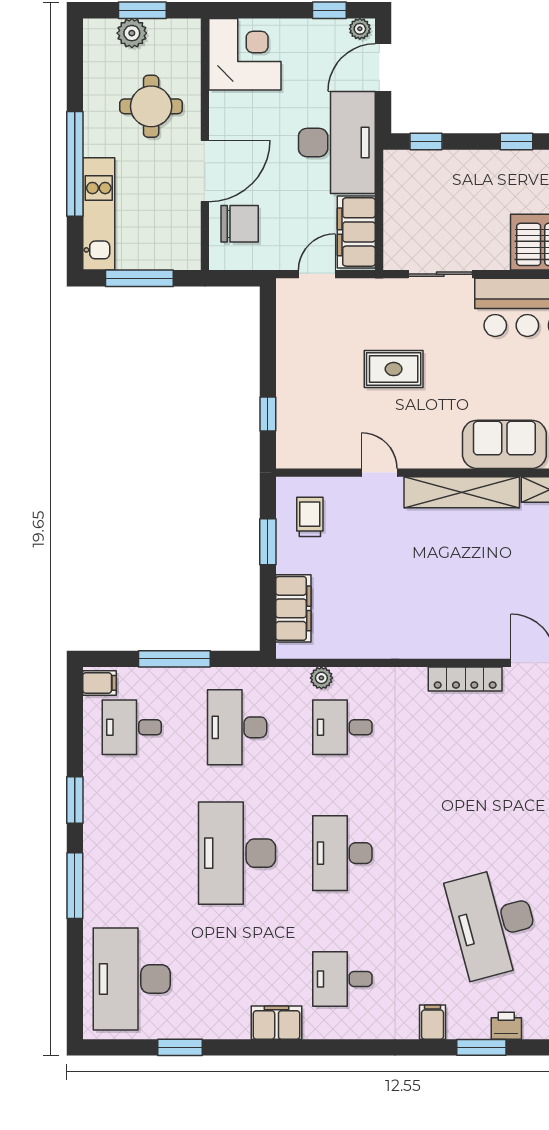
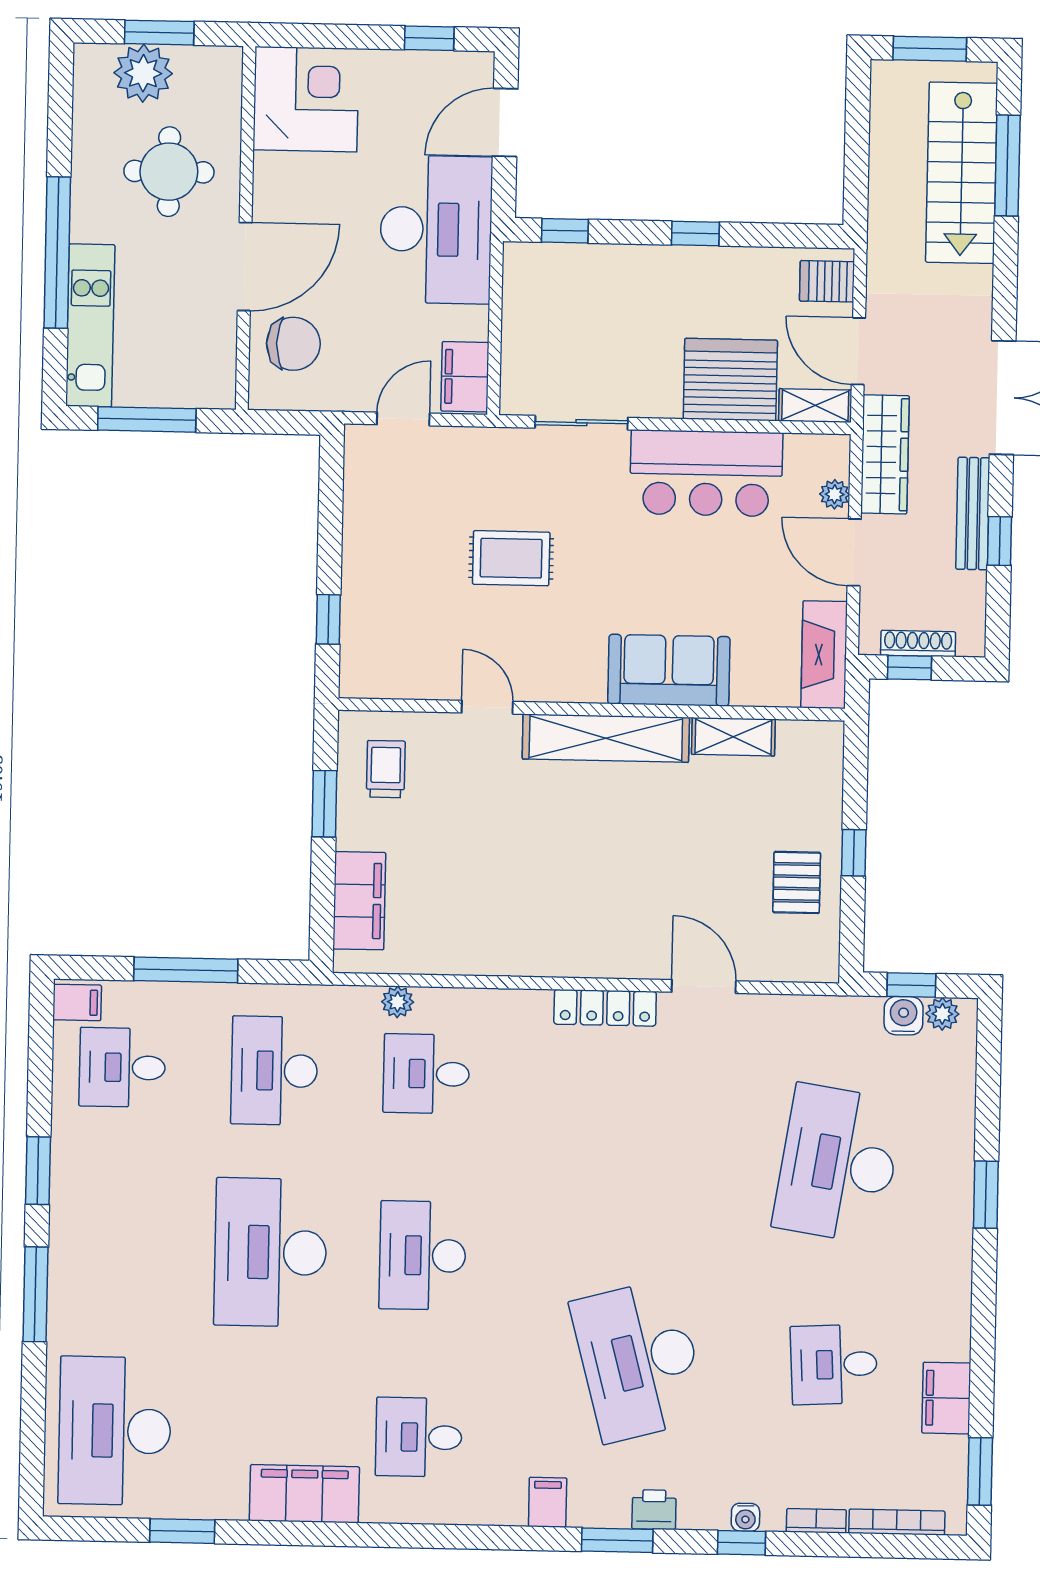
plant: (360, 29) -> (473, 66), removed
plant: (132, 33) -> (143, 73), width x1.36, depth x1.36
filing cabinet: (356, 232) -> (465, 377), width x0.67, depth x0.86
filing cabinet: (277, 1023) -> (304, 1494), width x1.50, depth x1.17

